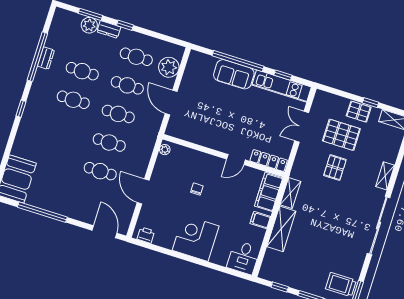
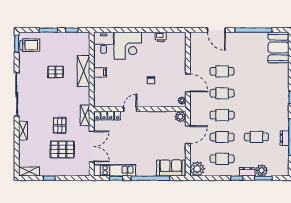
plant: (169, 67) -> (197, 169), moved
sofa: (234, 74) -> (171, 168), moved
cafe table: (73, 100) -> (256, 115), removed
door: (171, 103) -> (188, 135), hinge flipped
pallet: (359, 112) -> (56, 72), moved
double door: (302, 127) -> (92, 146), width x1.37
plant: (173, 129) -> (180, 117), added
door: (143, 191) -> (188, 83), moved
filing cabinet: (269, 192) -> (100, 94), removed
shelving: (290, 193) -> (85, 115), moved
door: (104, 232) -> (216, 30), moved
printer: (146, 235) -> (161, 37), moved
corner desk: (196, 238) -> (128, 46), moved

